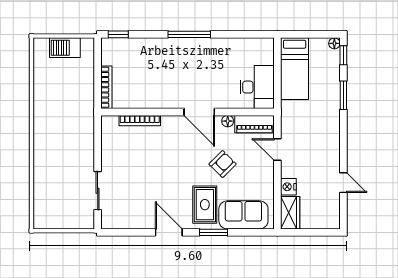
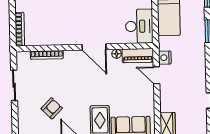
armchair: (223, 164) -> (52, 108), moved
nightstand: (288, 187) -> (165, 58), moved
sliding door: (98, 191) -> (14, 85), moved

